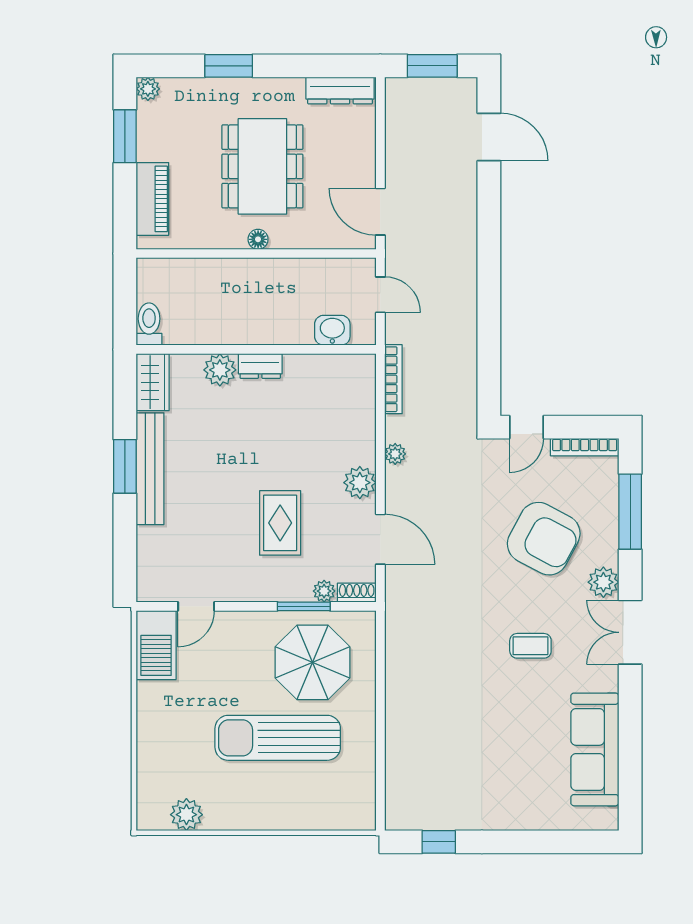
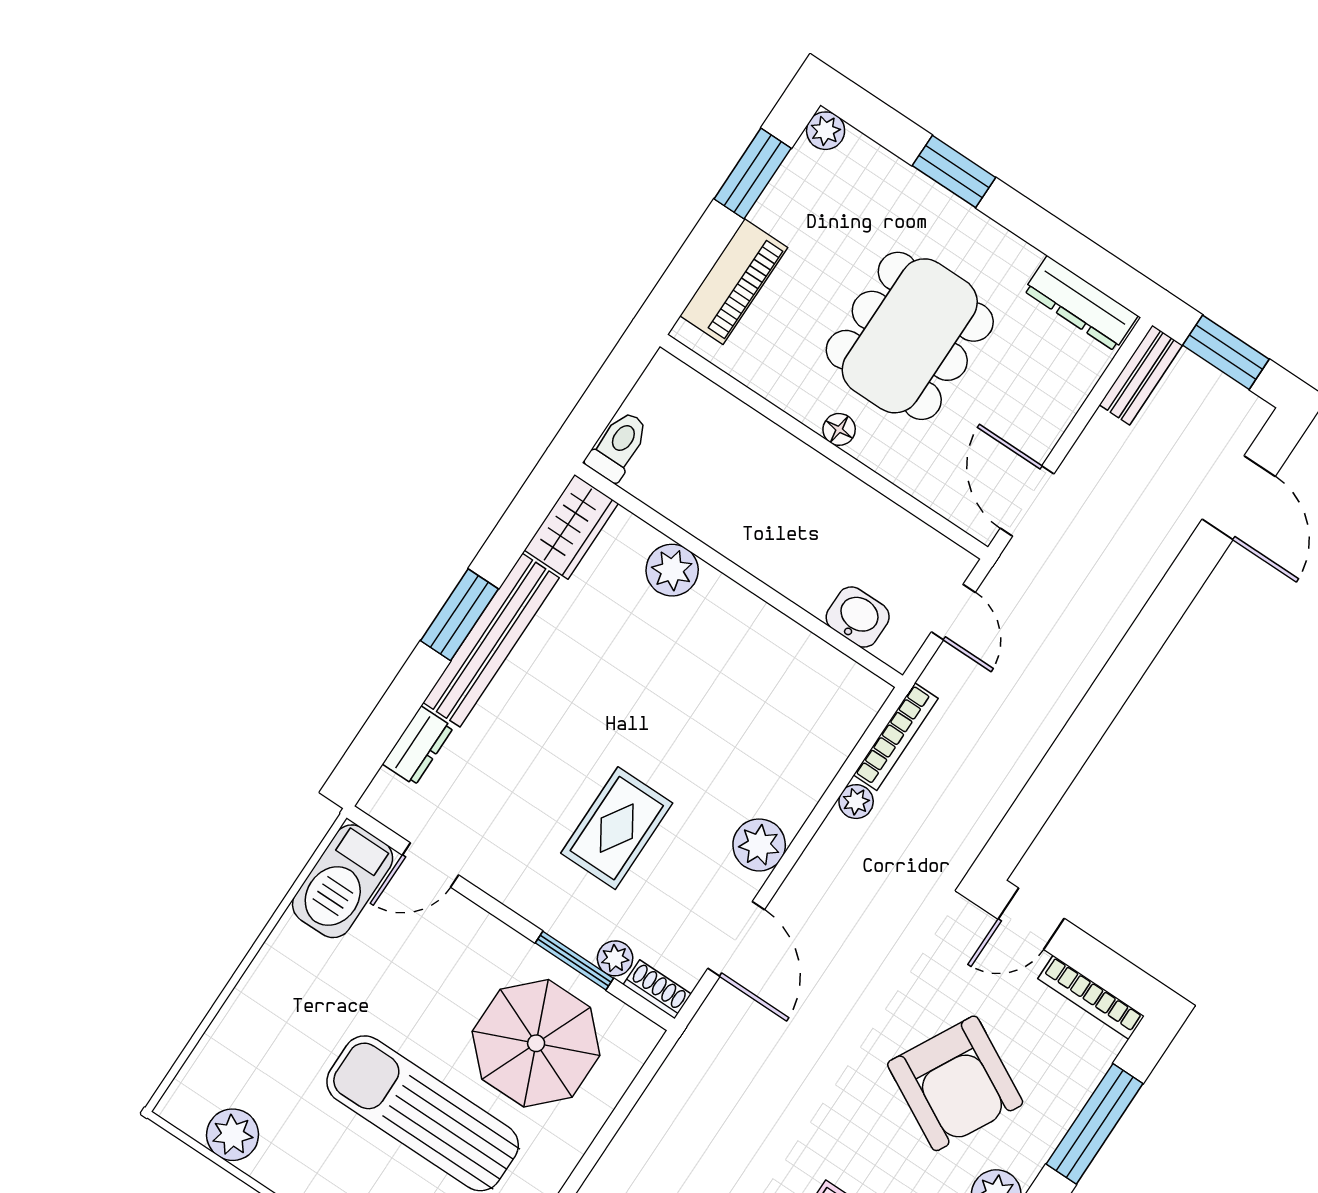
bench: (396, 107) -> (1141, 375), added
dresser: (260, 366) -> (418, 746), moved, turned -90
plant: (395, 454) -> (856, 802), moved

